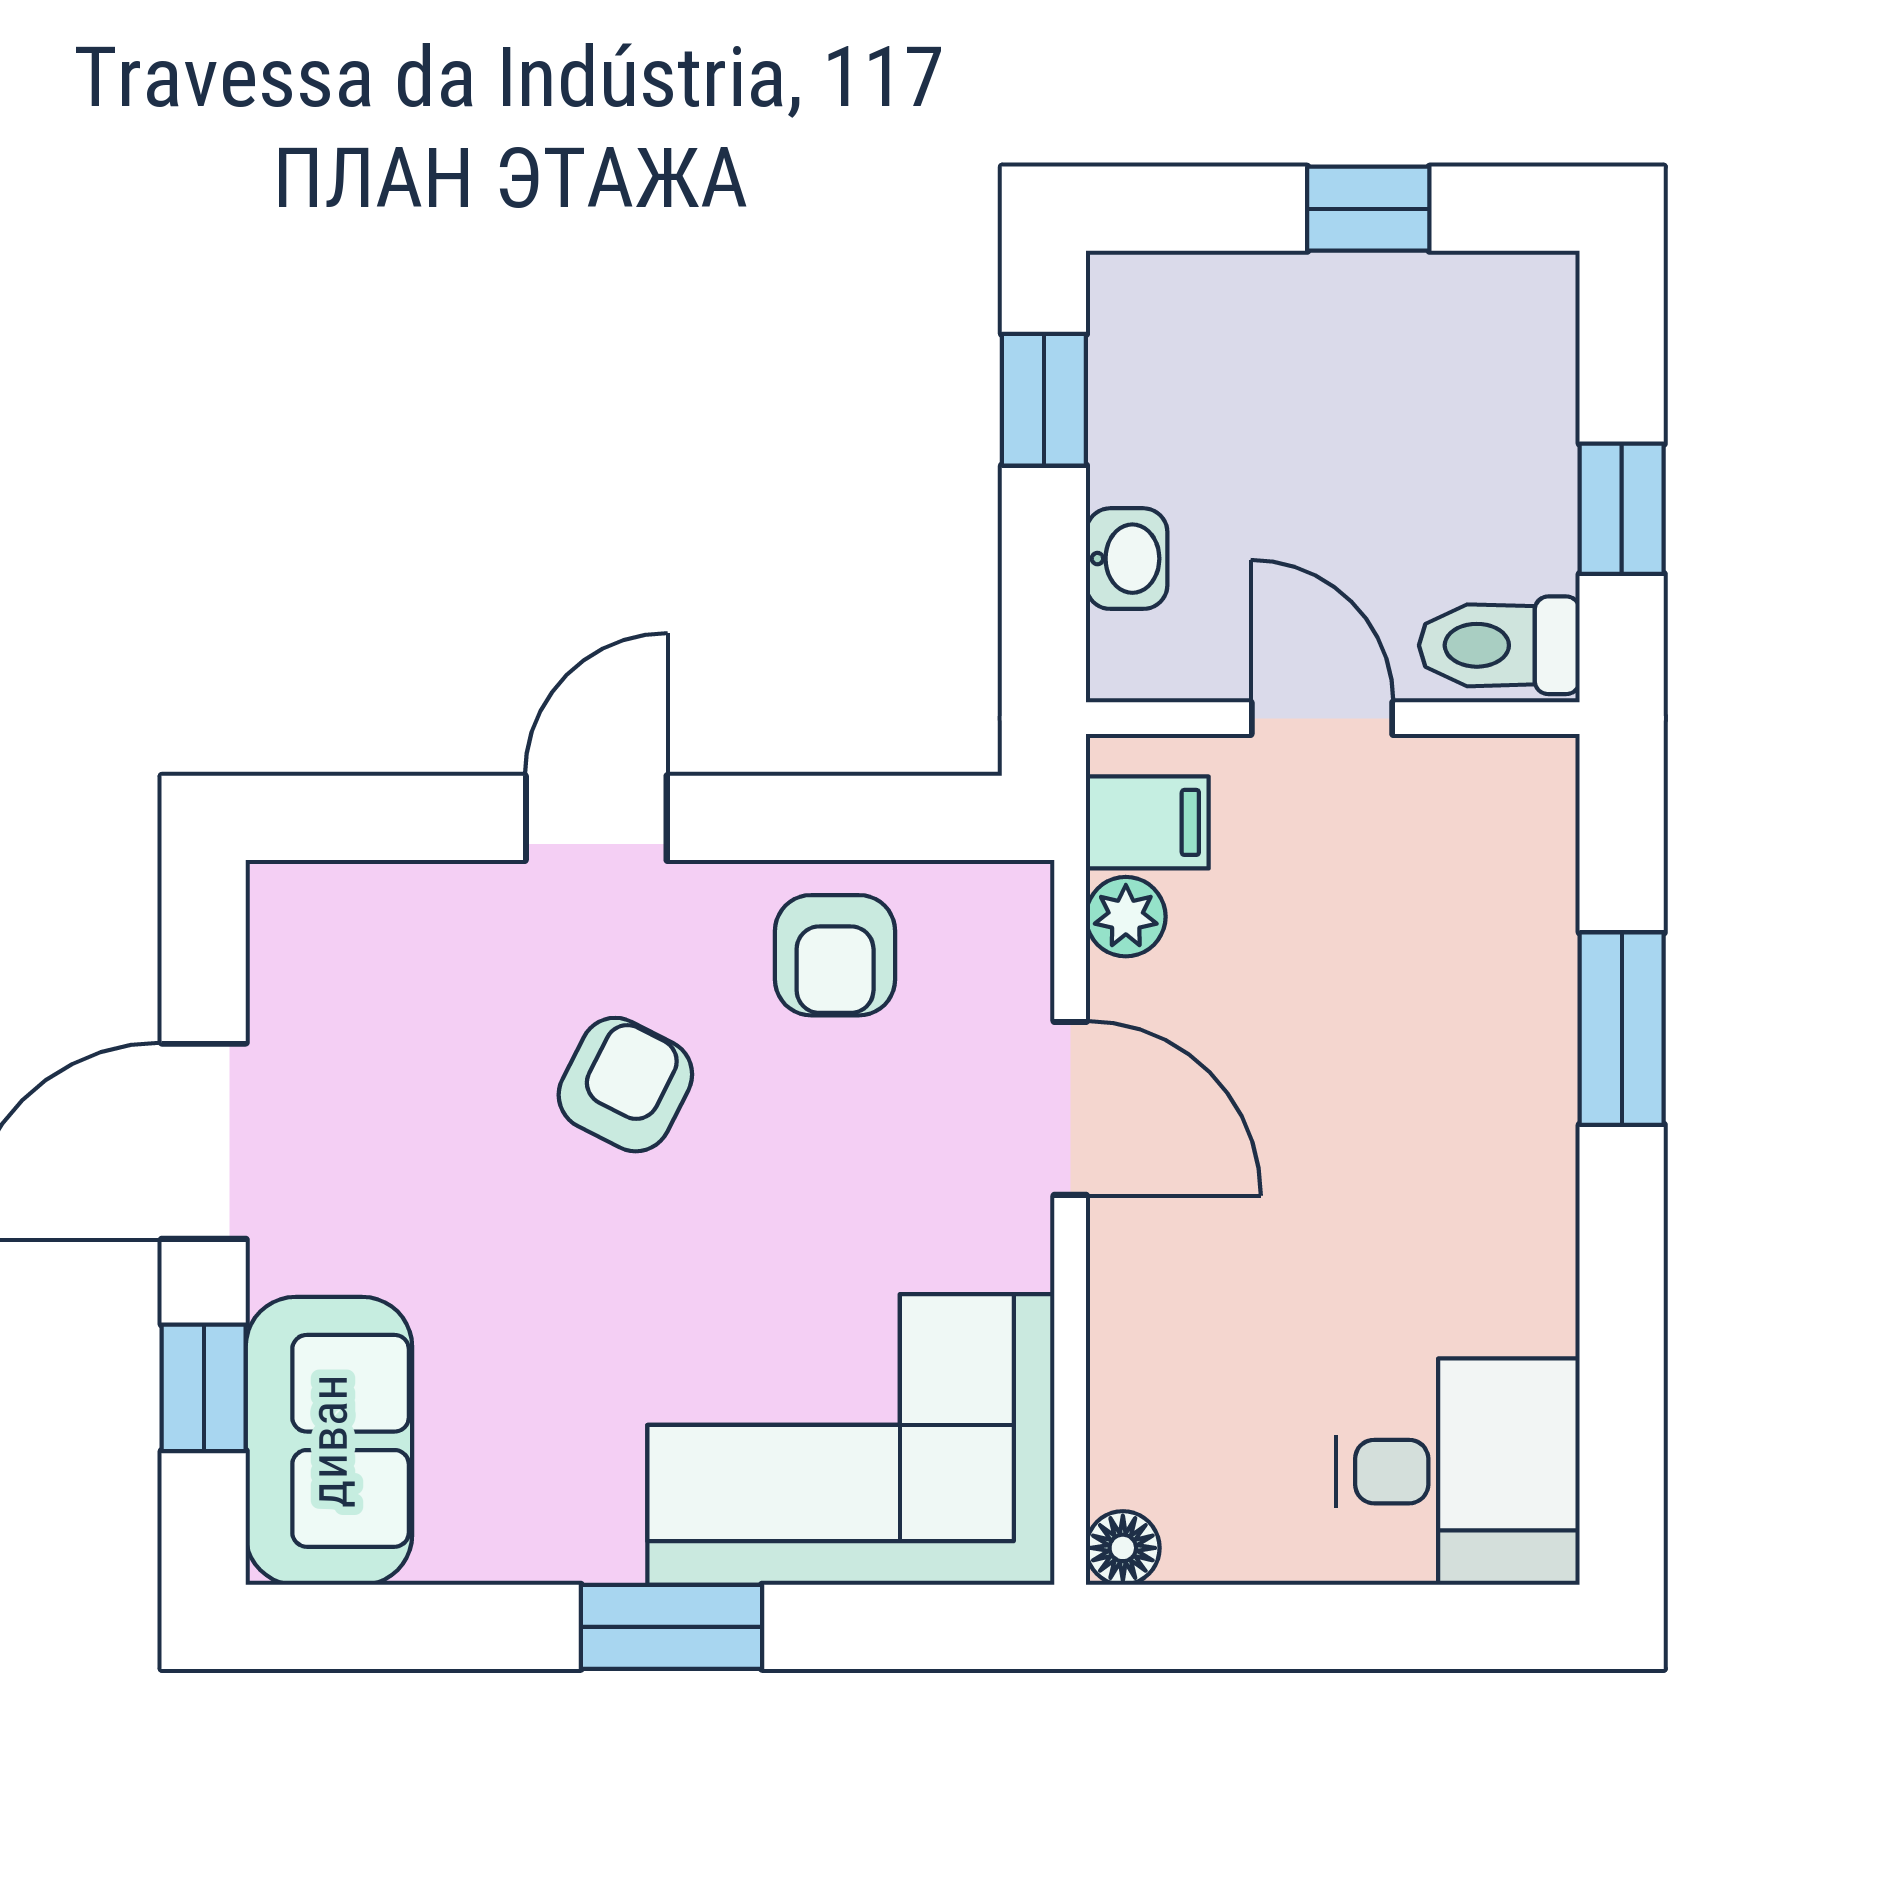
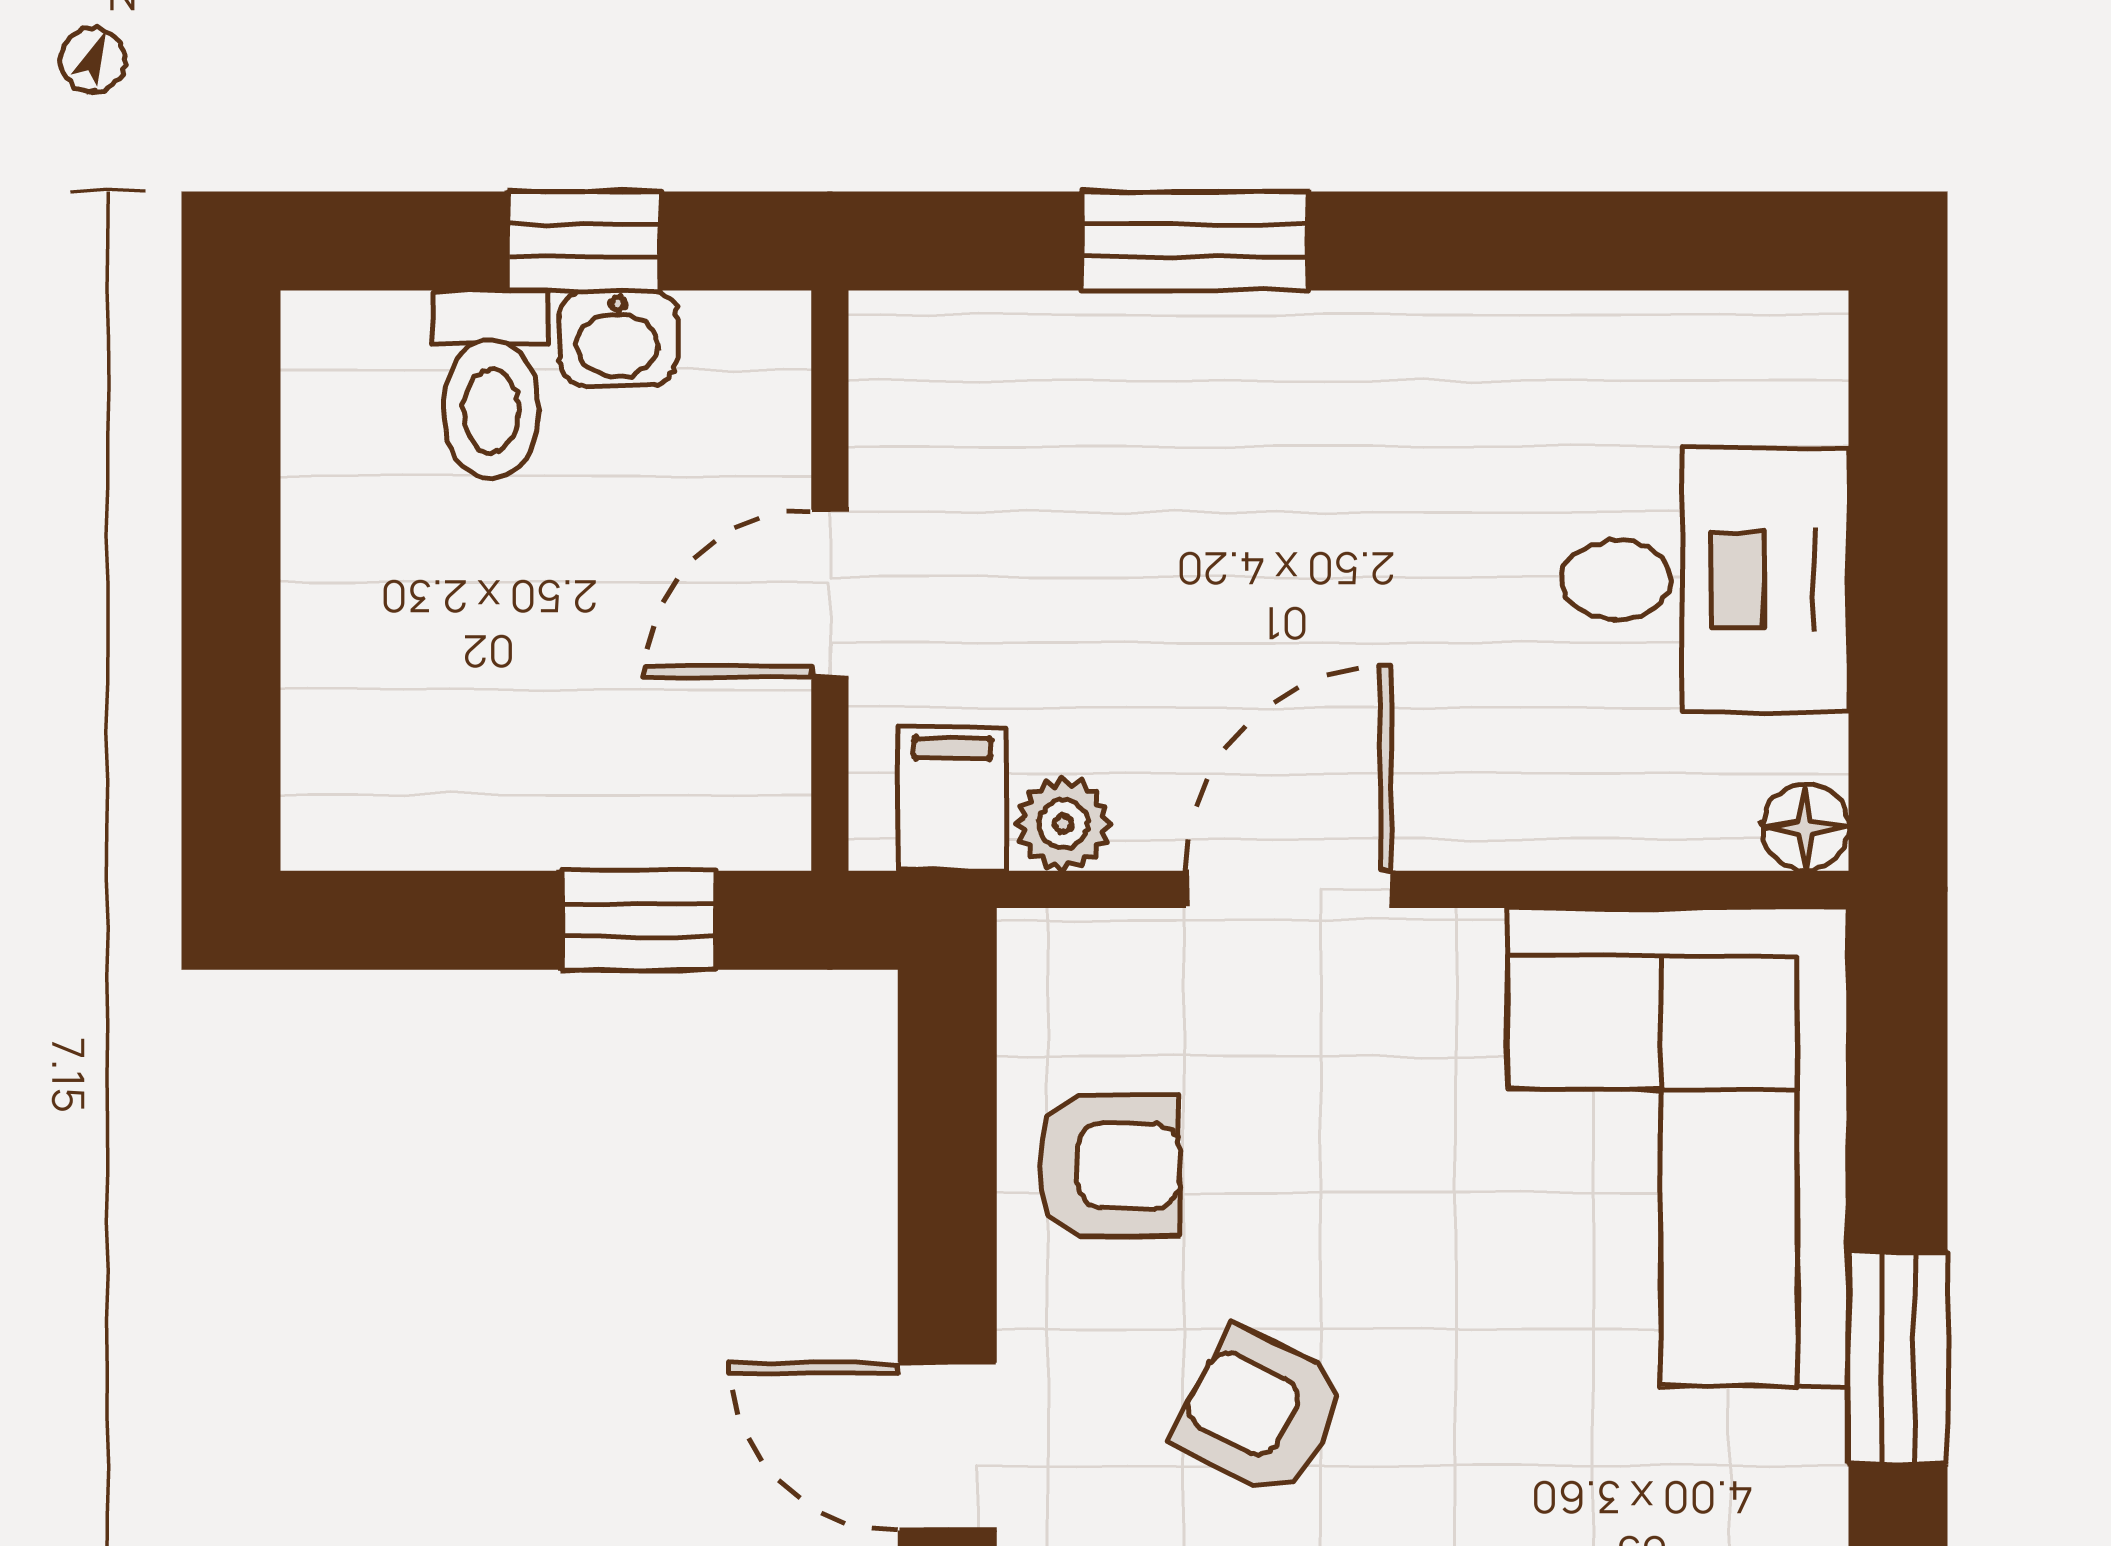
window: (1368, 209) -> (231, 539), removed
window: (1044, 400) -> (639, 920), moved
washbasin: (1127, 559) -> (618, 338), moved, turned 180
toilet: (1499, 645) -> (491, 385), moved
desk: (1458, 1472) -> (1705, 580), moved, turned 90

